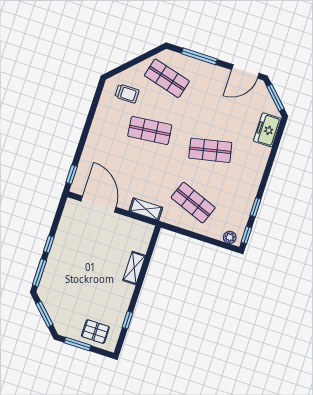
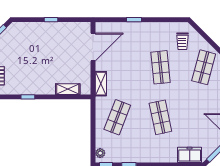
window: (72, 174) -> (134, 20), moved
shelving: (134, 268) -> (68, 89), moved
window: (39, 273) -> (27, 20), removed
window: (127, 320) -> (28, 97), moved

